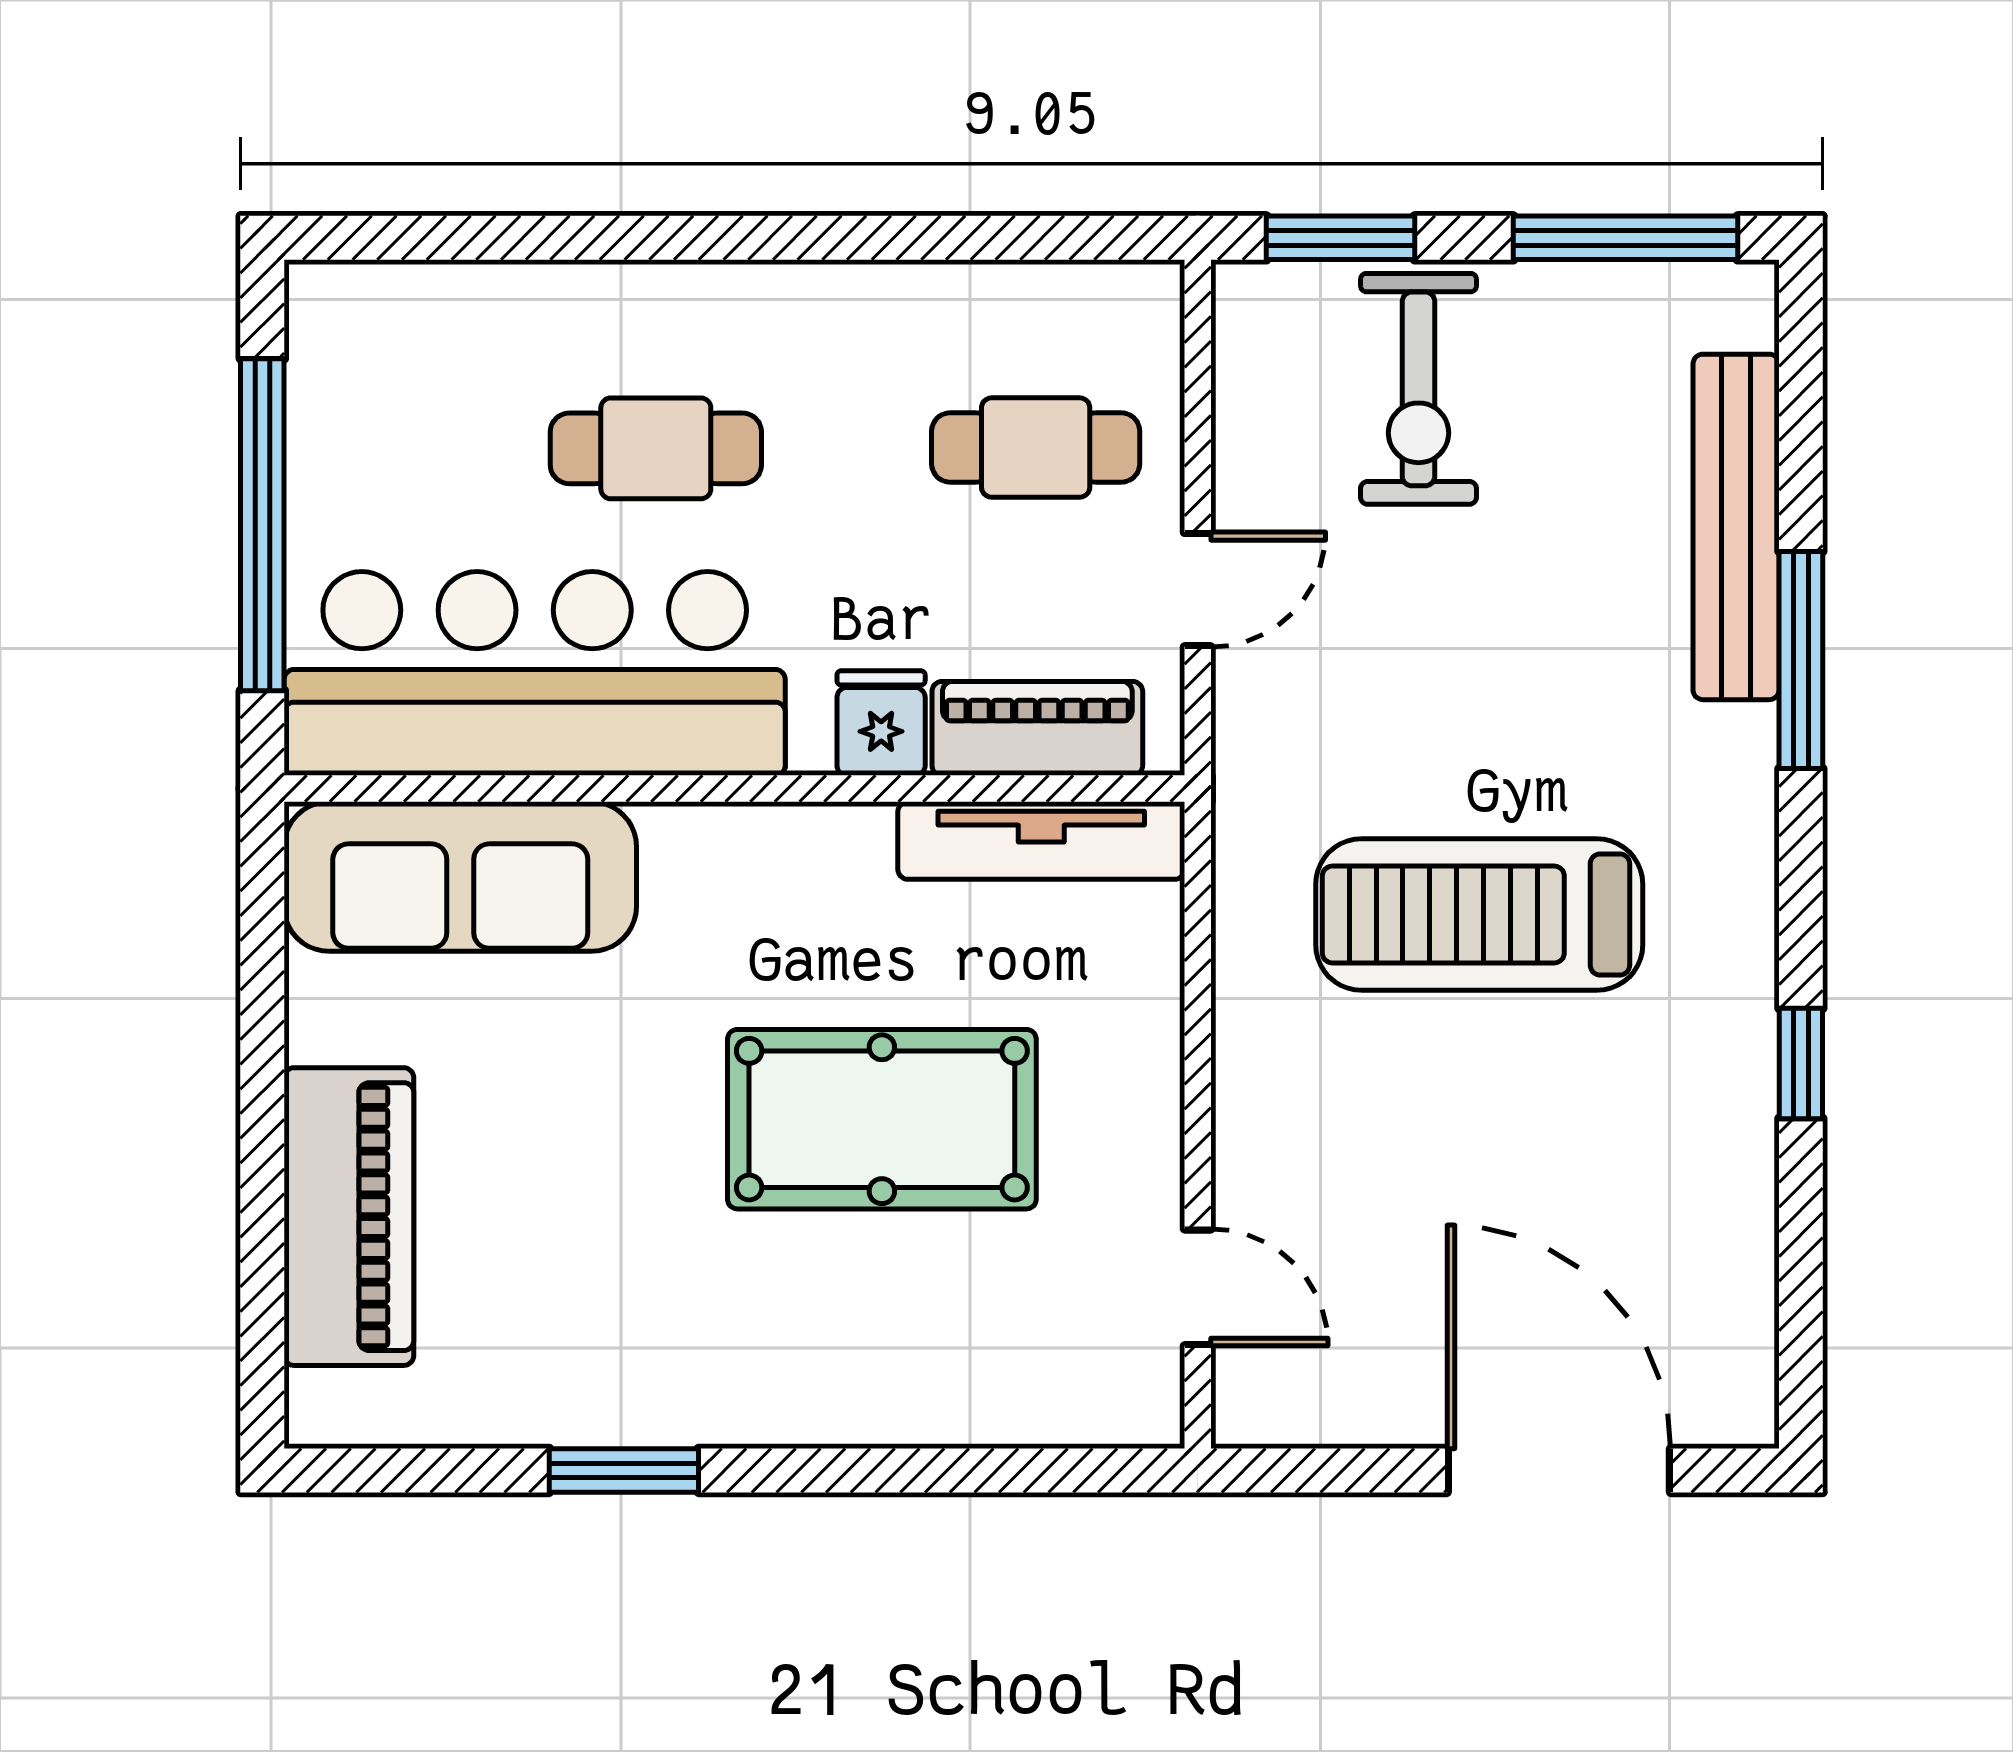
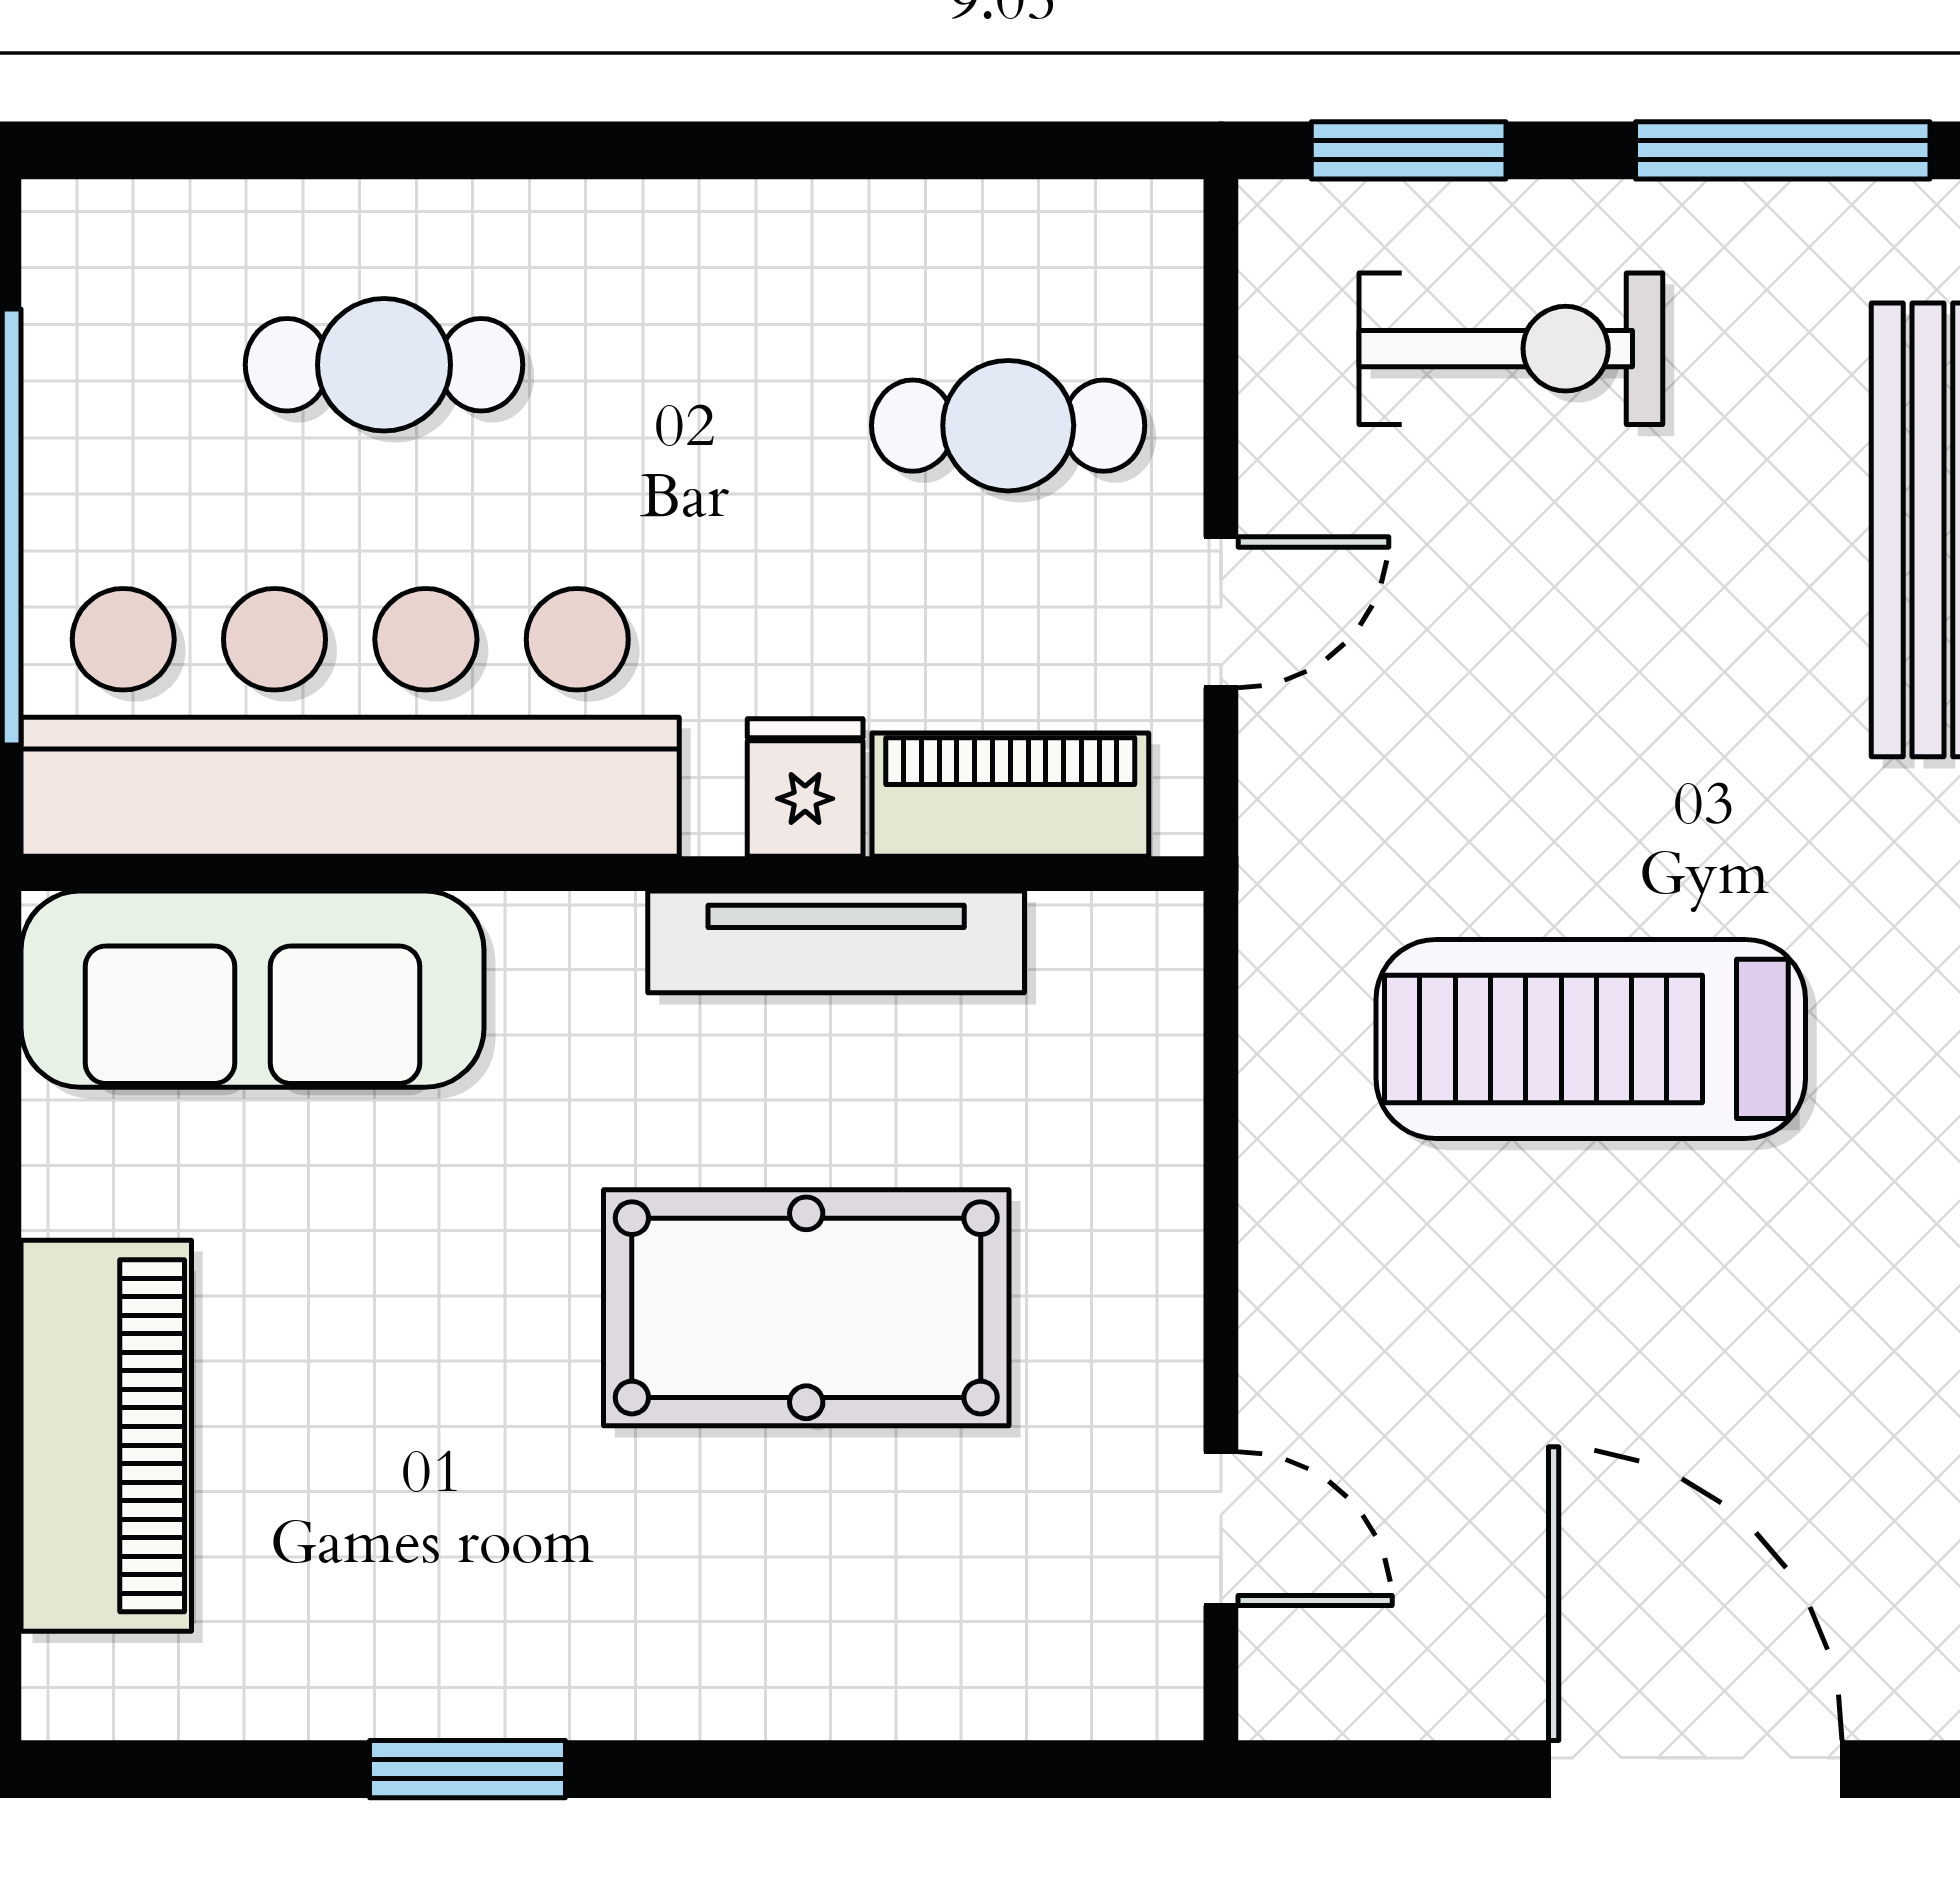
exercise bike: (1418, 389) -> (1511, 349), turned -90
cafe table: (656, 448) -> (384, 365), moved
tv unit: (1041, 841) -> (836, 942), moved

